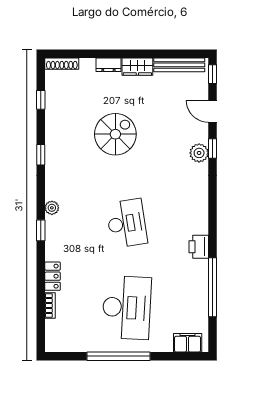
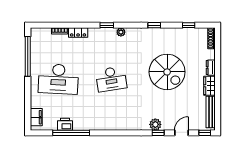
spiral stairs: (115, 134) -> (167, 72), width x1.37, depth x1.37
printer: (199, 247) -> (65, 124), moved
window: (118, 356) -> (28, 56), moved

